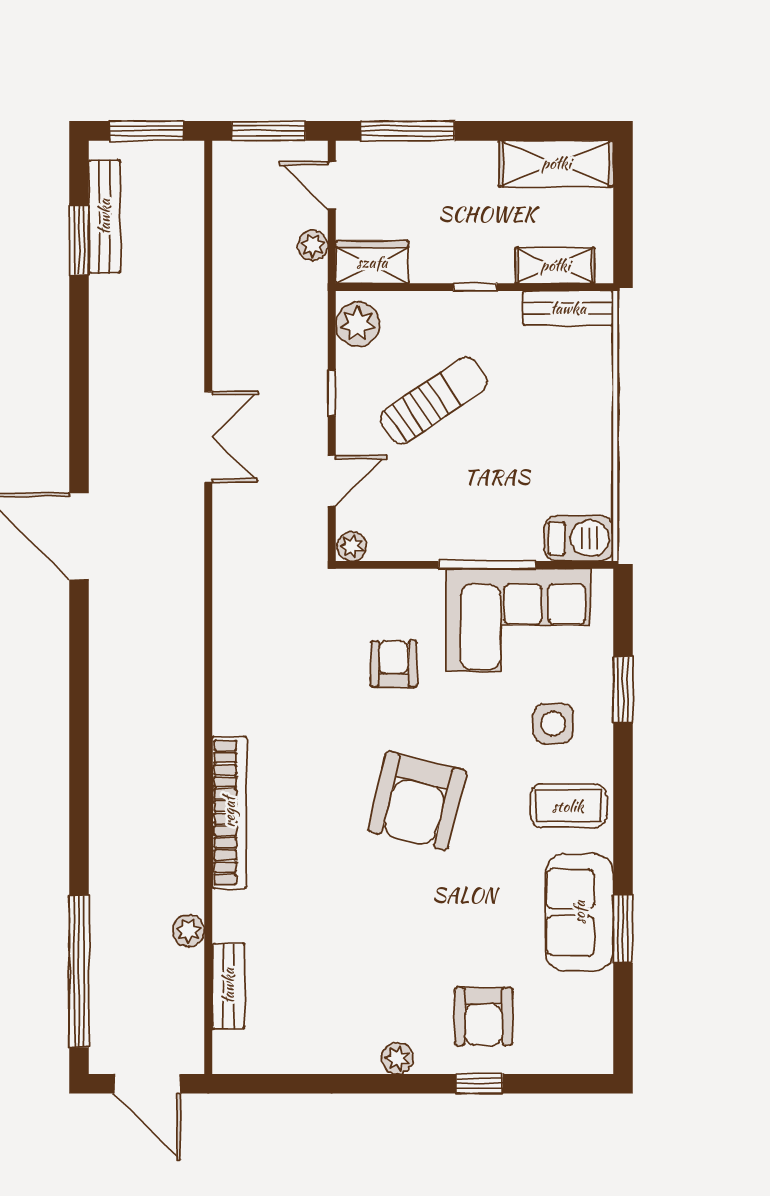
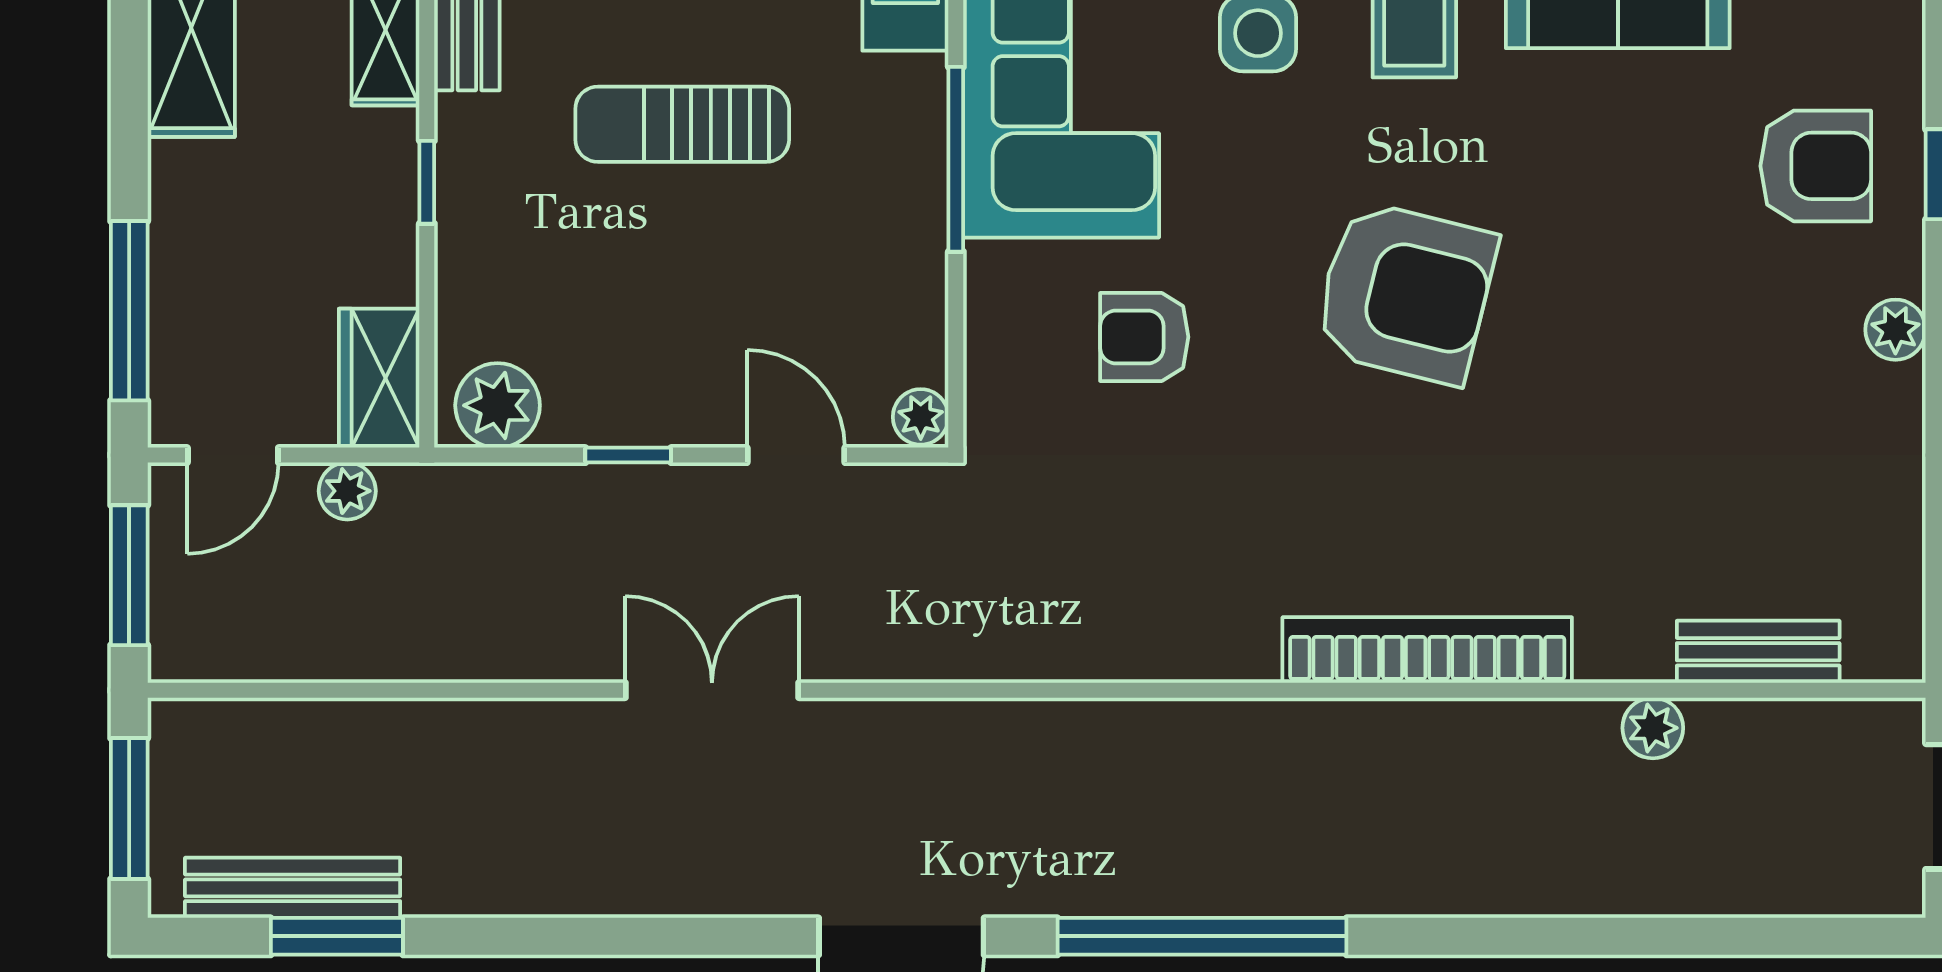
sun lounger: (434, 401) -> (682, 124), moved, turned -56
window: (79, 971) -> (1202, 936), moved

